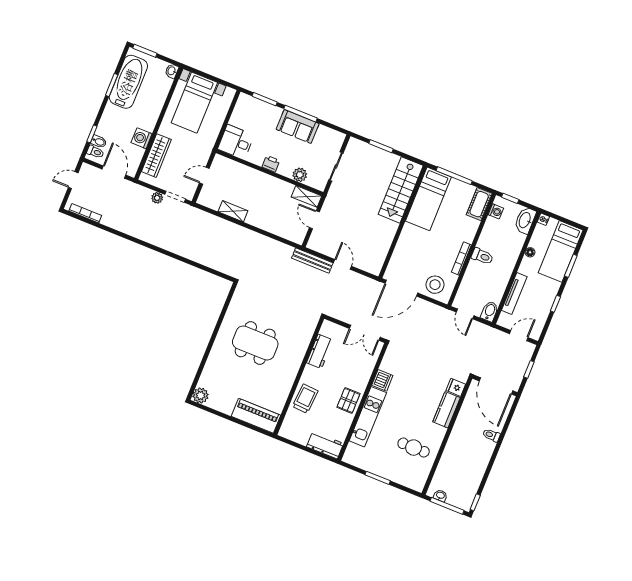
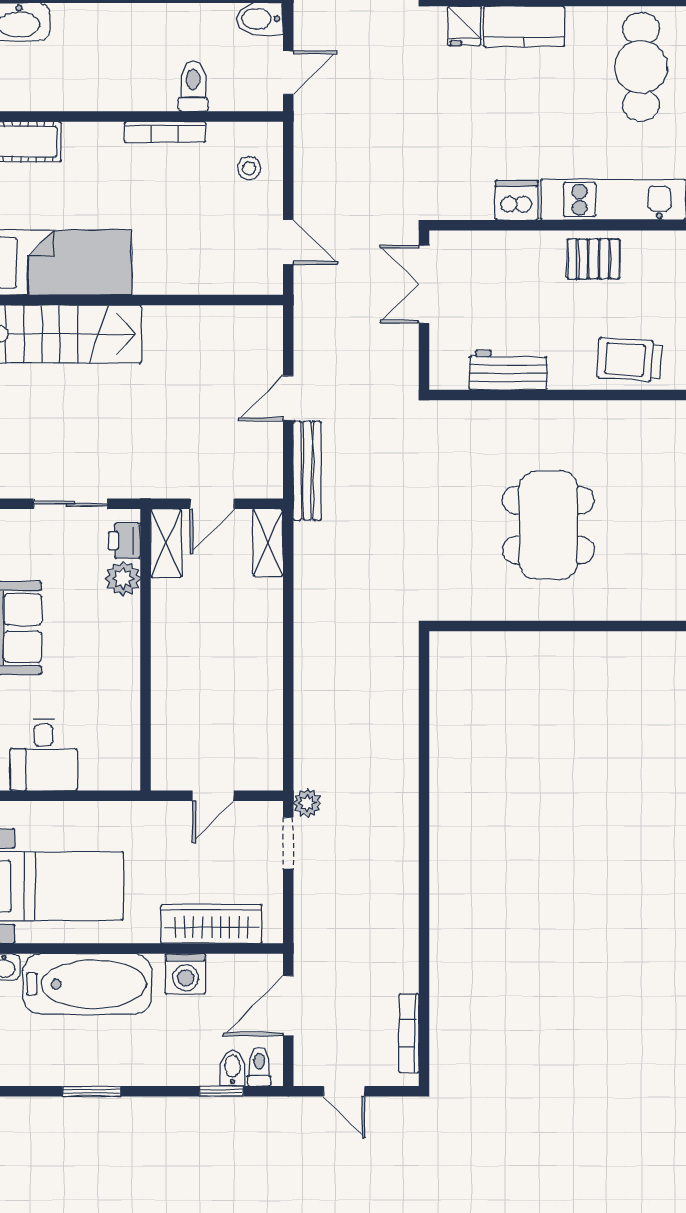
bathtub: (128, 82) -> (87, 984), moved, turned 180
desk: (236, 142) -> (44, 755), moved
printer: (271, 164) -> (124, 541), moved
door: (204, 176) -> (213, 796), hinge flipped
plant: (157, 198) -> (307, 803), moved
shelving: (233, 211) -> (268, 542), moved
washing machine: (496, 211) -> (26, 97), removed
toilet: (482, 256) -> (193, 86), moved
stool: (435, 285) -> (249, 168), width x0.53, depth x0.53
door: (401, 288) -> (288, 242), width x0.53
double door: (365, 333) -> (424, 284), swing flipped
cafe table: (414, 448) -> (641, 67), width x1.37, depth x1.35

